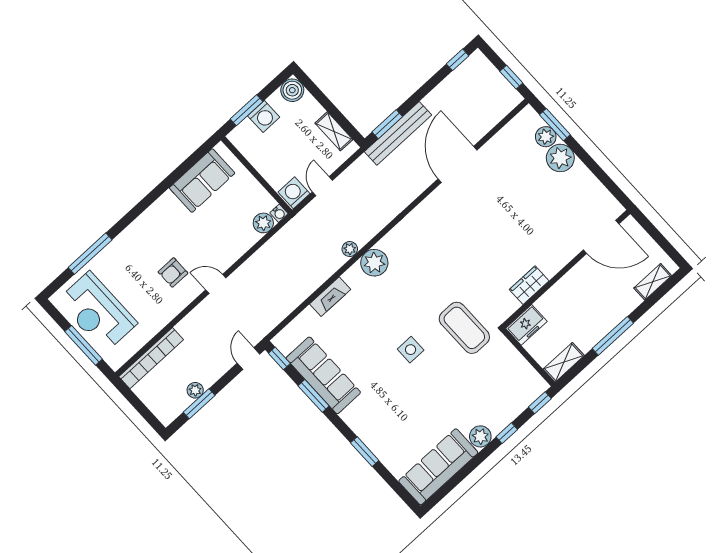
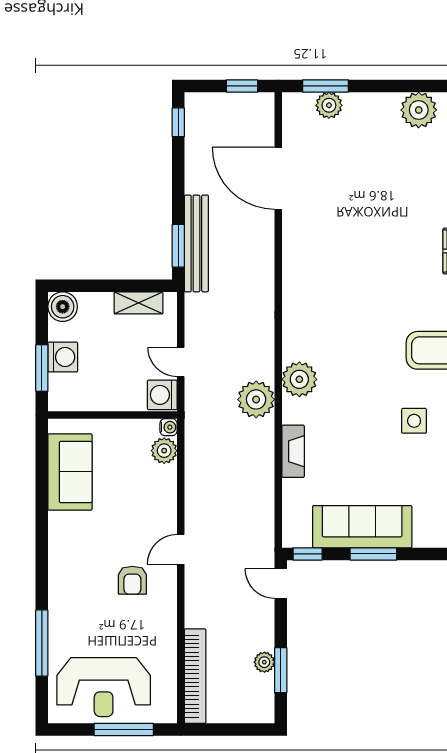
plant: (560, 158) -> (419, 110), moved
door: (458, 164) -> (278, 178), moved
plant: (350, 249) -> (256, 399), width x1.88, depth x1.88

